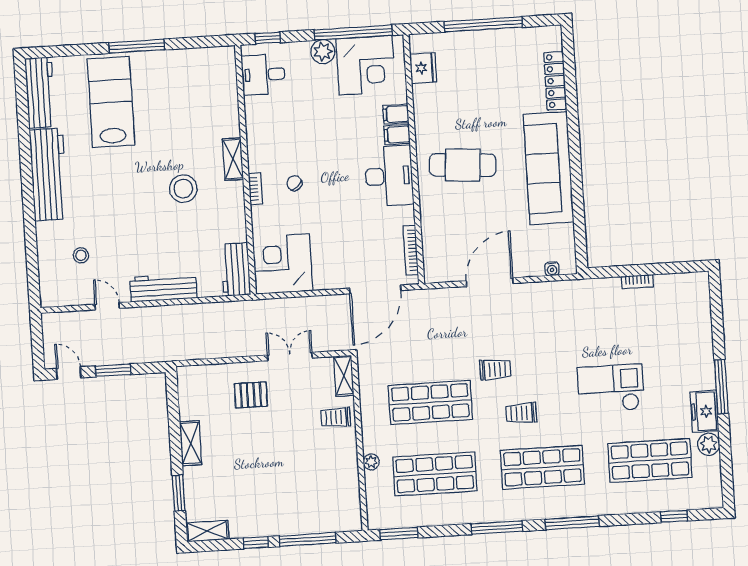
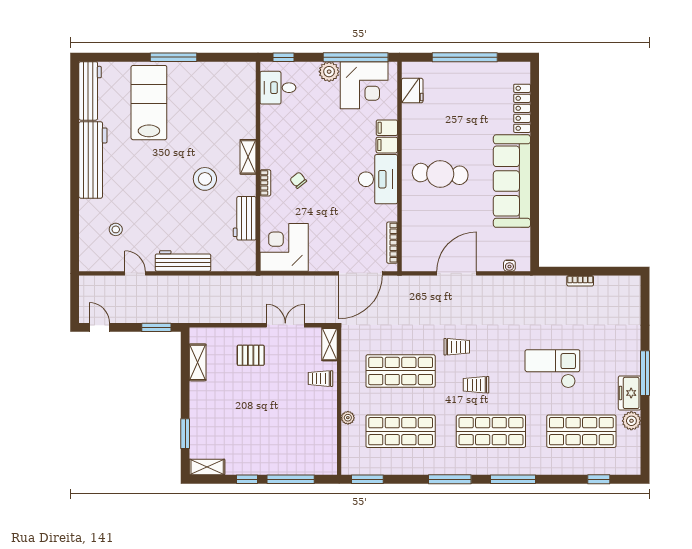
workbench: (236, 269) -> (245, 218), moved
window: (113, 370) -> (156, 327), moved
shelving: (191, 443) -> (198, 362), moved

